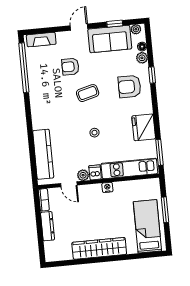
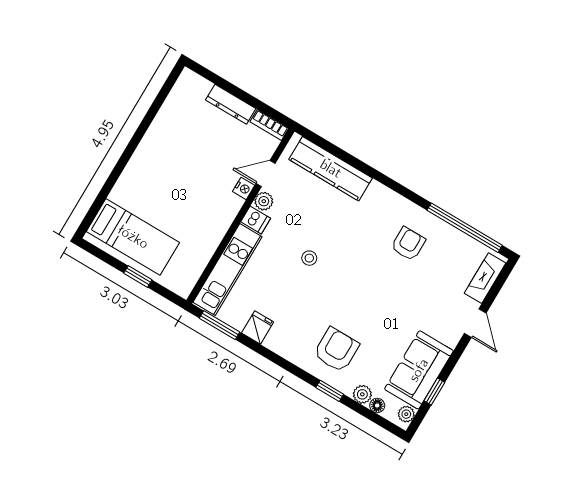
door: (79, 27) -> (475, 323), moved
armchair: (70, 67) -> (408, 244), moved
coffee table: (88, 93) -> (369, 288), removed
fridge: (144, 127) -> (258, 327), width x0.53, depth x0.75
nightstand: (107, 187) -> (244, 188), moved
window: (165, 210) -> (138, 276), width x0.67
wardrobe: (99, 248) -> (151, 151), removed

